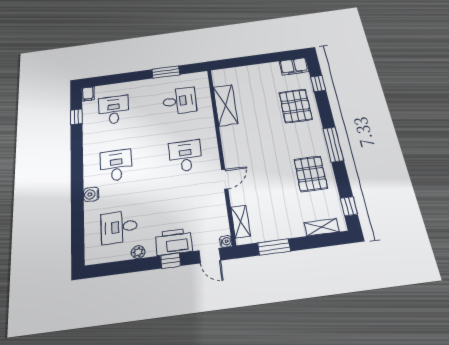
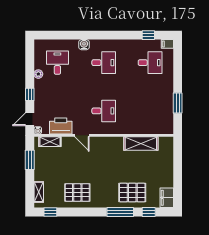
desk: (179, 101) -> (150, 111), removed
window: (333, 145) -> (120, 212), moved
printer: (174, 242) -> (61, 126), moved, turned -90

